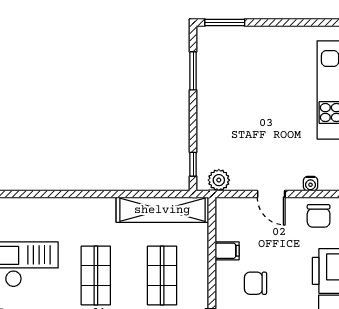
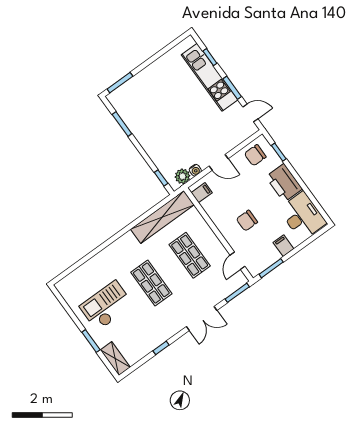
water cooler: (310, 184) -> (195, 170), moved
chair: (319, 216) -> (255, 155), turned 90
filing cabinet: (227, 251) -> (202, 193), moved

